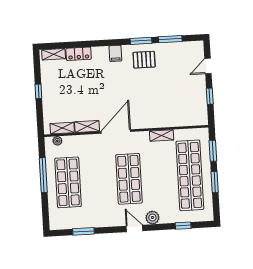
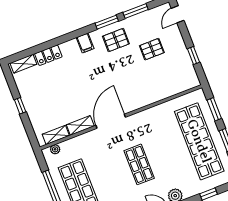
door: (208, 66) -> (178, 14), moved
pallet: (174, 78) -> (152, 49), added
shelving: (162, 135) -> (158, 110), removed
shop shelf: (129, 179) -> (139, 164), width x0.70, depth x0.74

